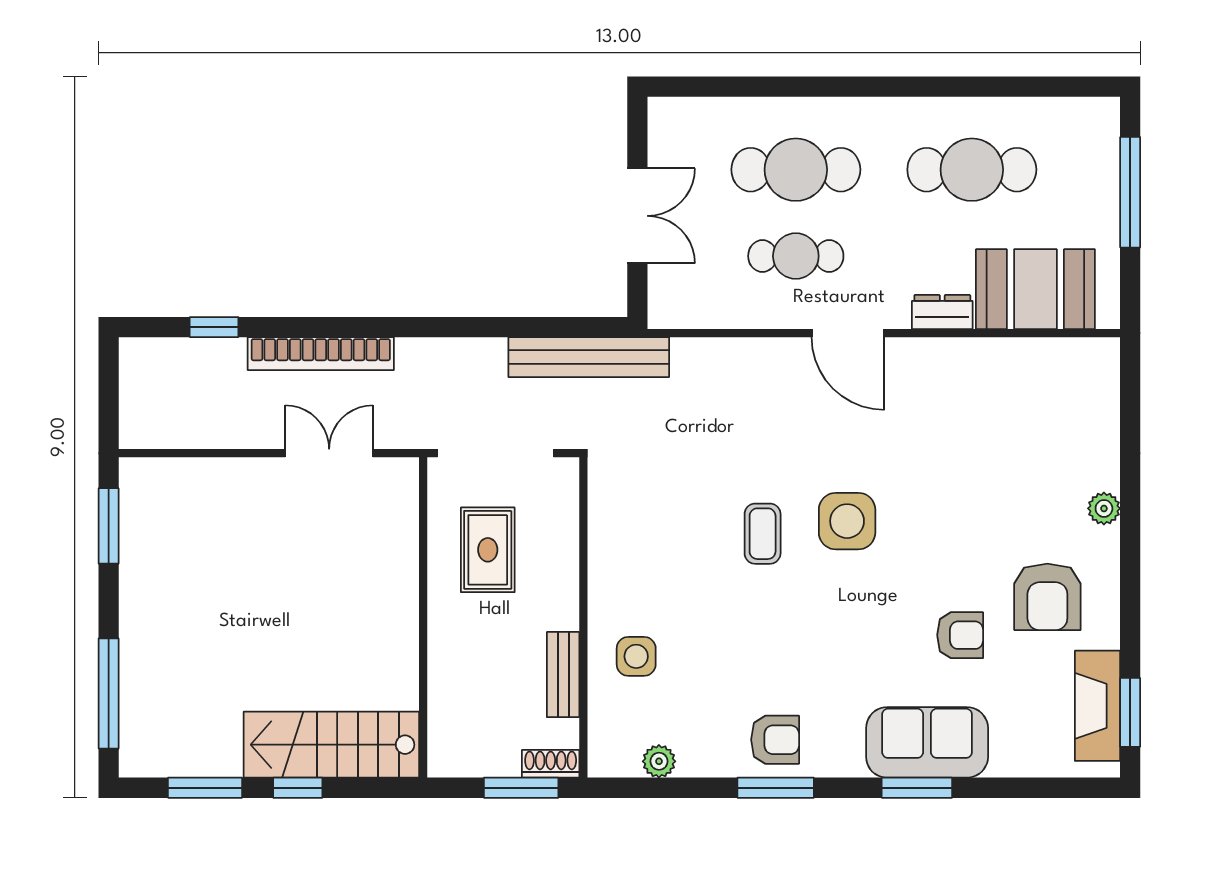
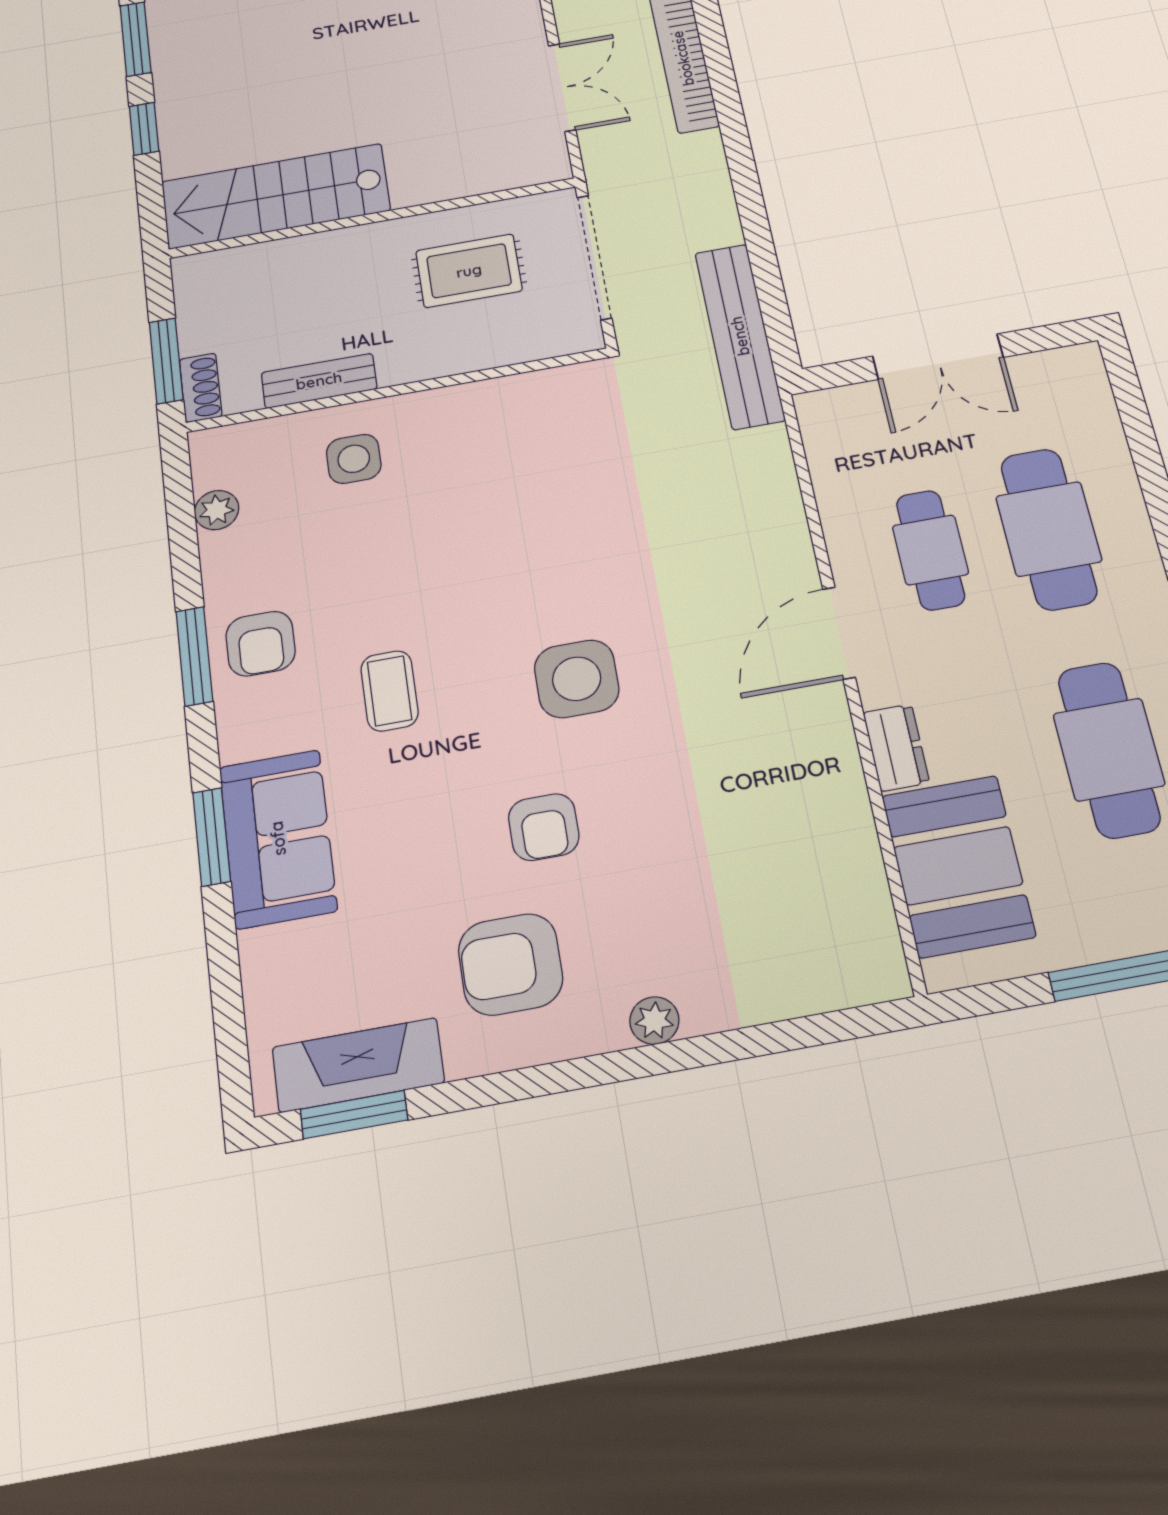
coffee table: (763, 534) -> (389, 691), moved, turned 90
armchair: (960, 635) -> (544, 827), moved
stairs: (331, 745) -> (276, 196), moved, turned -90

